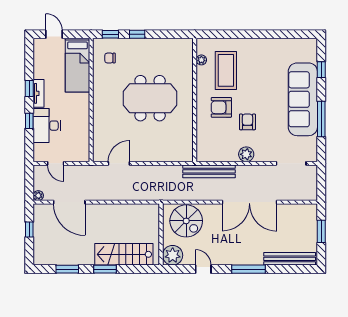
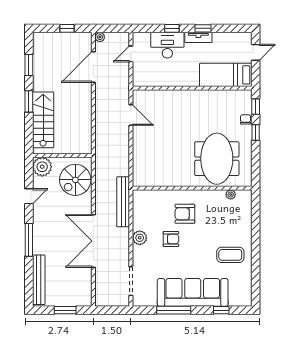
chair: (110, 58) -> (245, 119), moved
coffee table: (226, 70) -> (230, 255), moved, width x0.73, depth x0.76
meeting table: (150, 98) -> (217, 159), moved
armchair: (221, 107) -> (185, 214), turned -90

